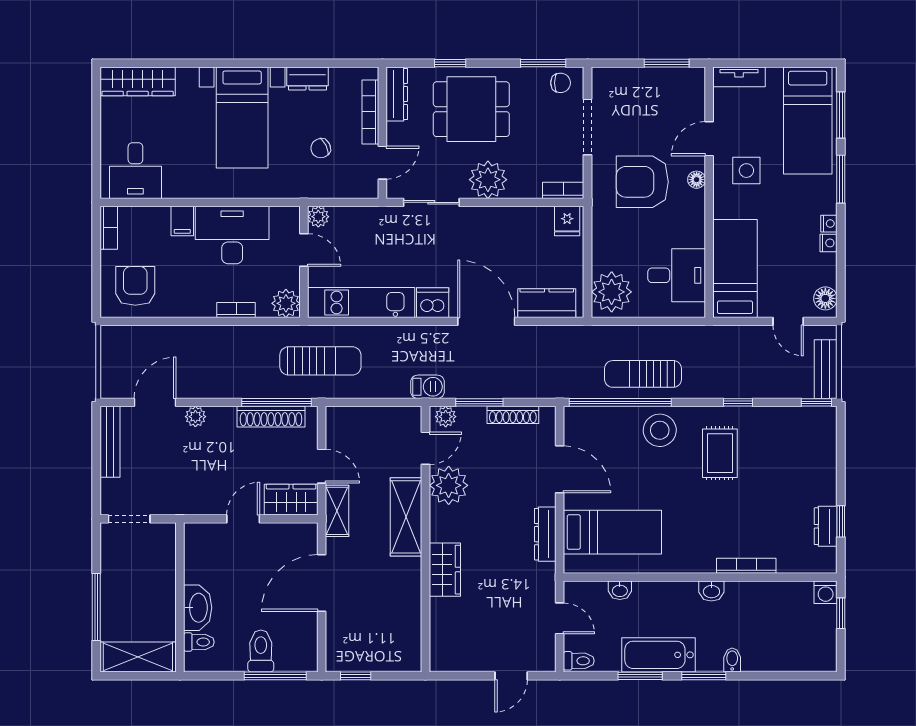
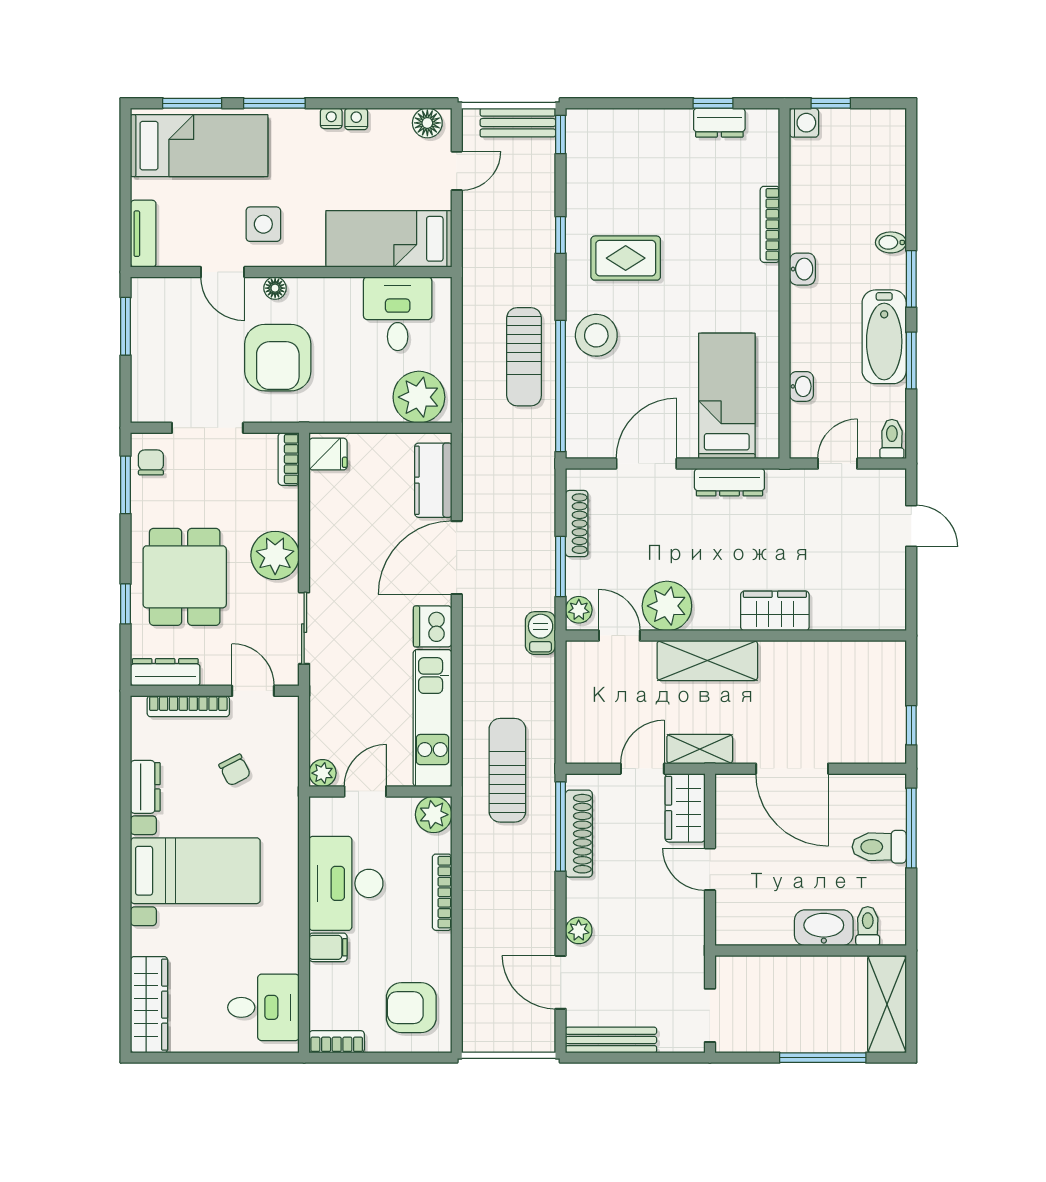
bookcase: (236, 310) -> (442, 892), width x1.56

